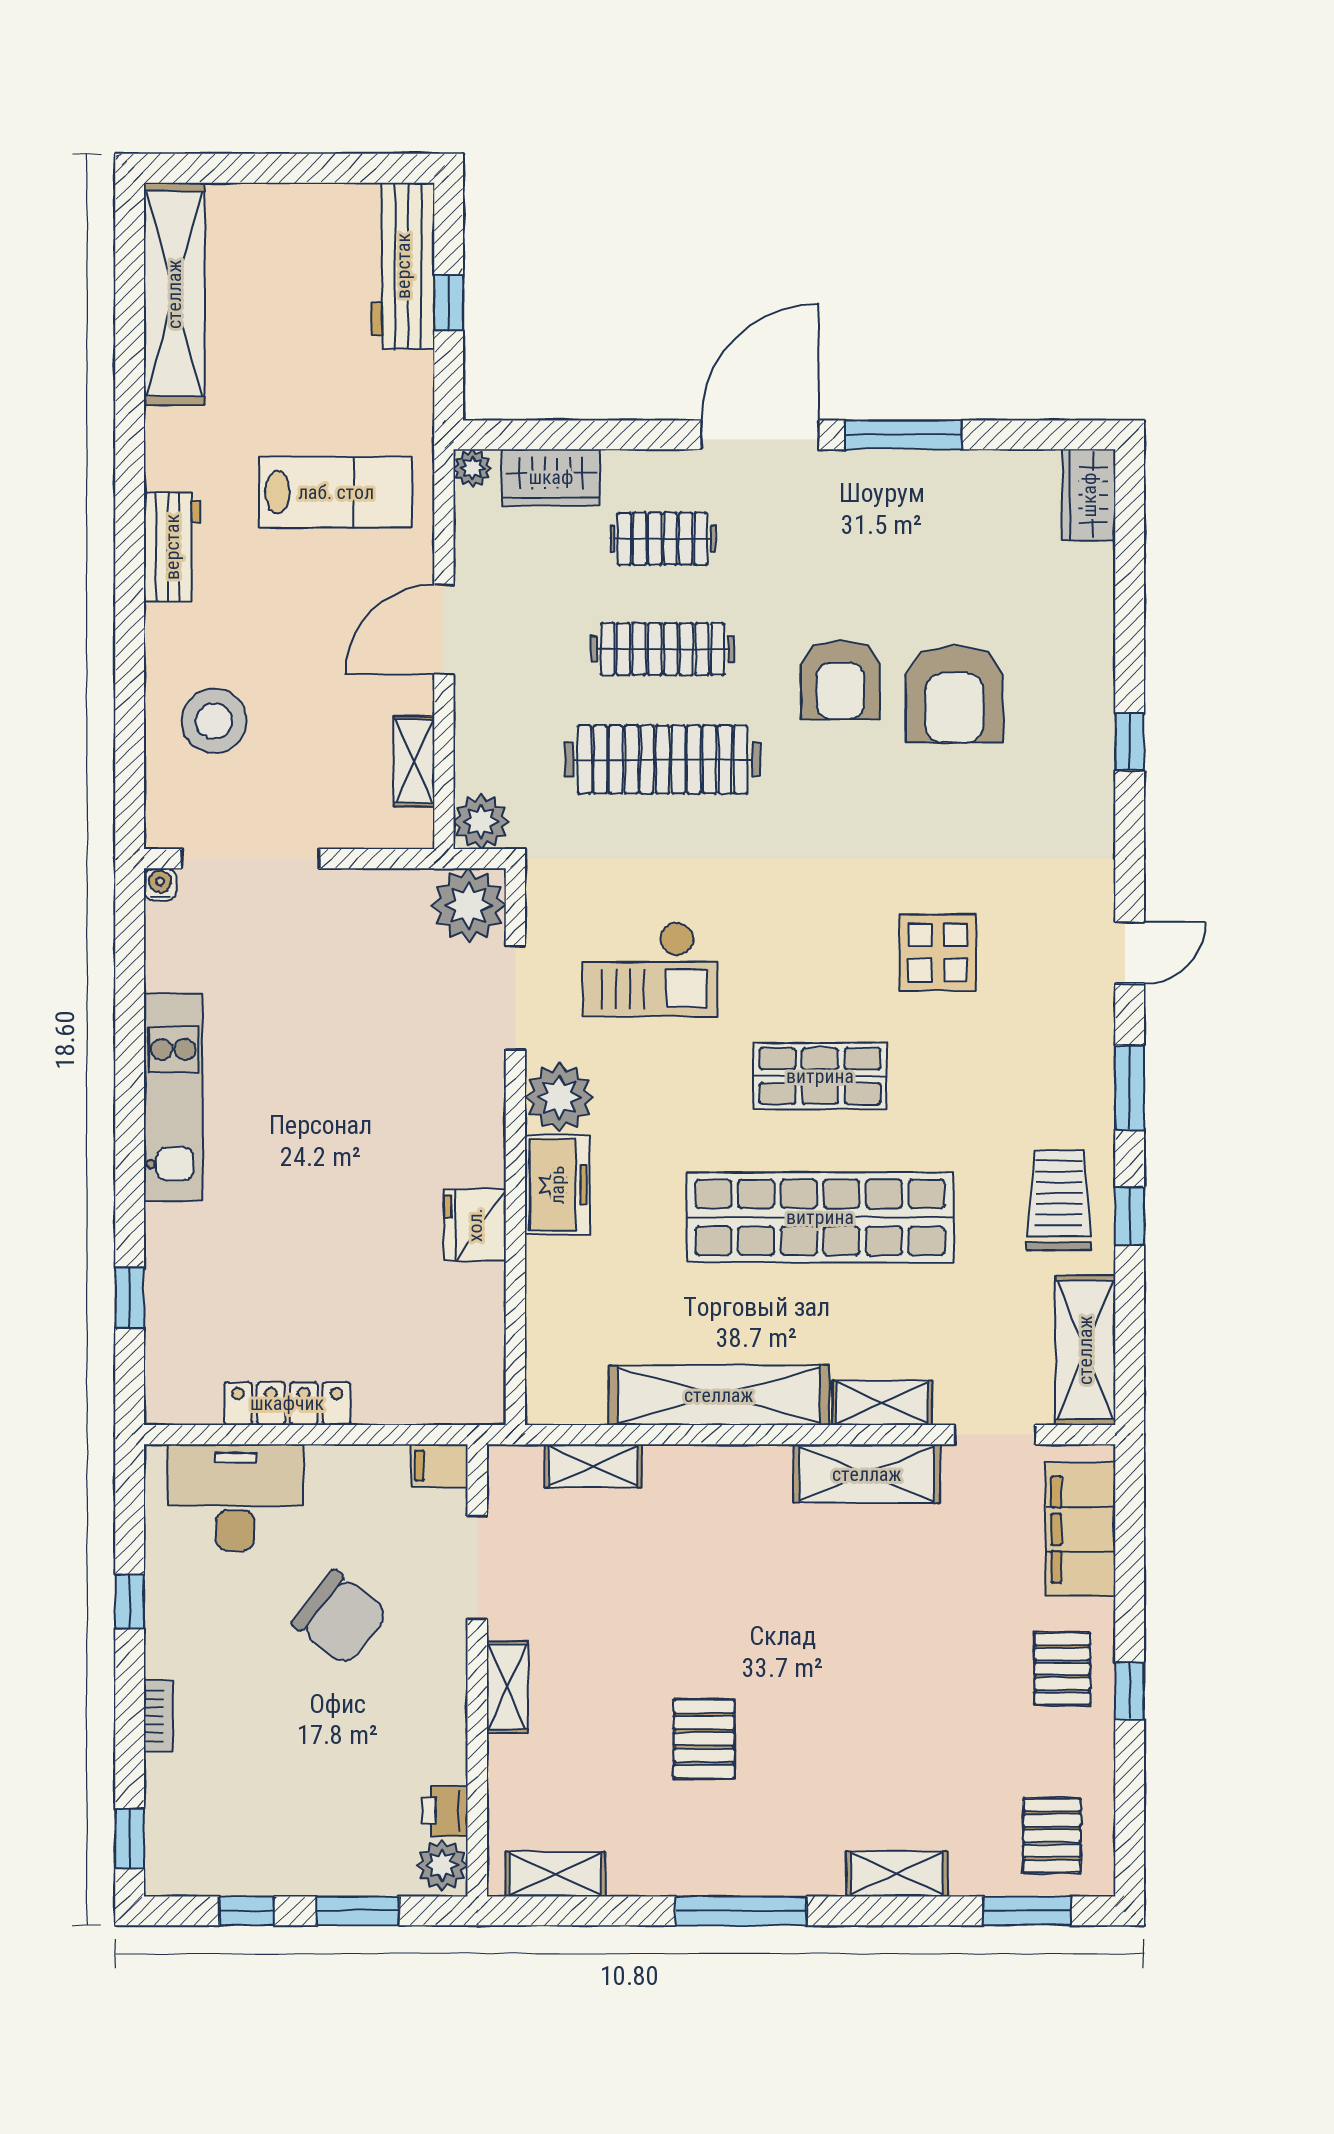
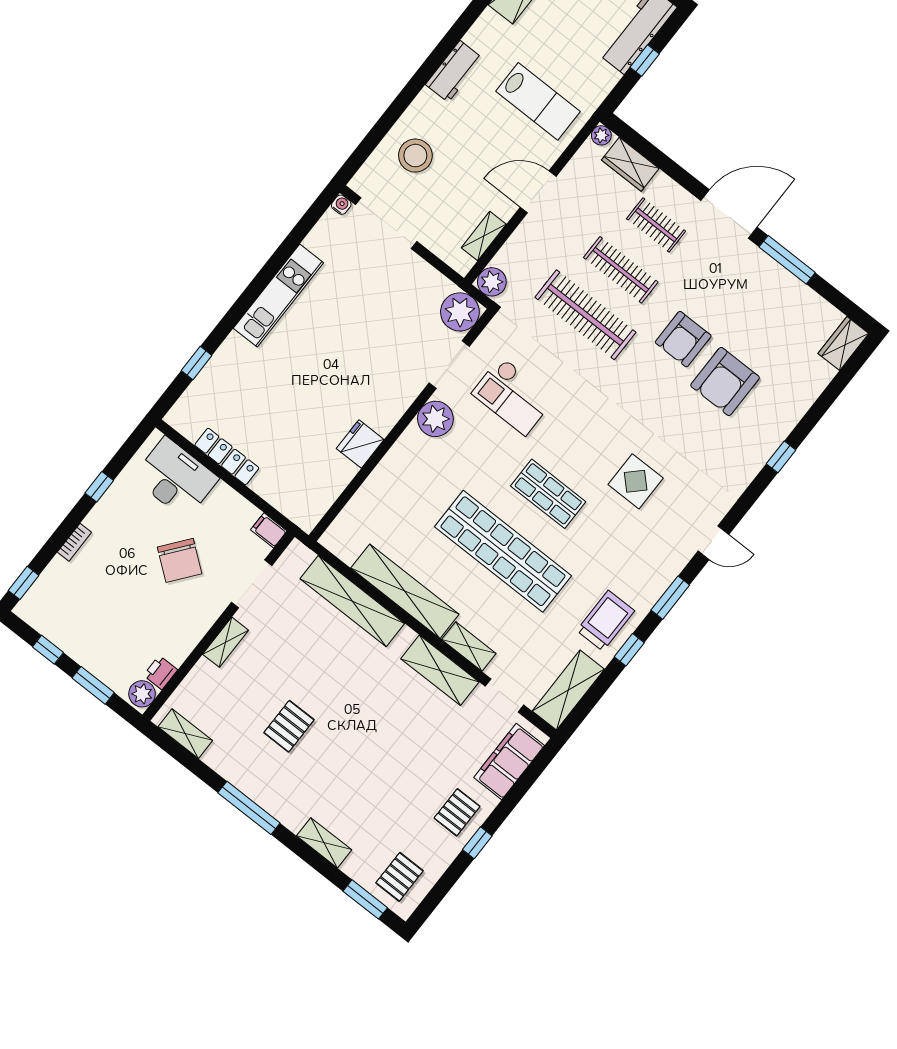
freezer: (557, 1185) -> (406, 454), removed
shelving: (593, 1466) -> (352, 601), width x2.20, depth x1.33

